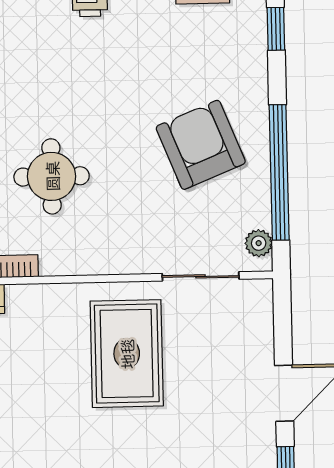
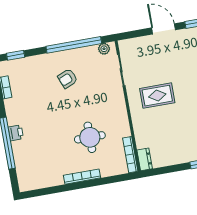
armchair: (201, 145) -> (68, 79), width x0.53, depth x0.53
rug: (127, 354) -> (157, 96), width x0.73, depth x0.70

